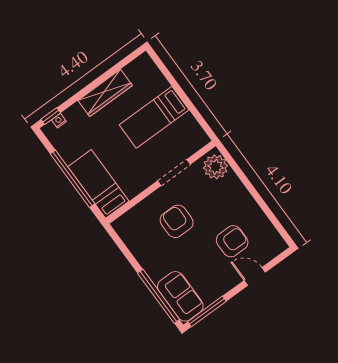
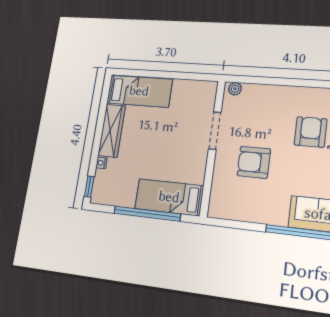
bed: (154, 117) -> (139, 91), moved, turned -90
nightstand: (59, 121) -> (101, 163), moved
plant: (216, 167) -> (235, 89), width x0.53, depth x0.53

